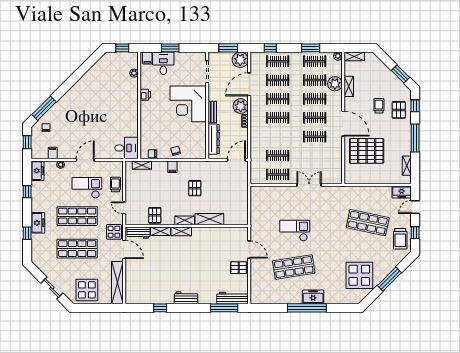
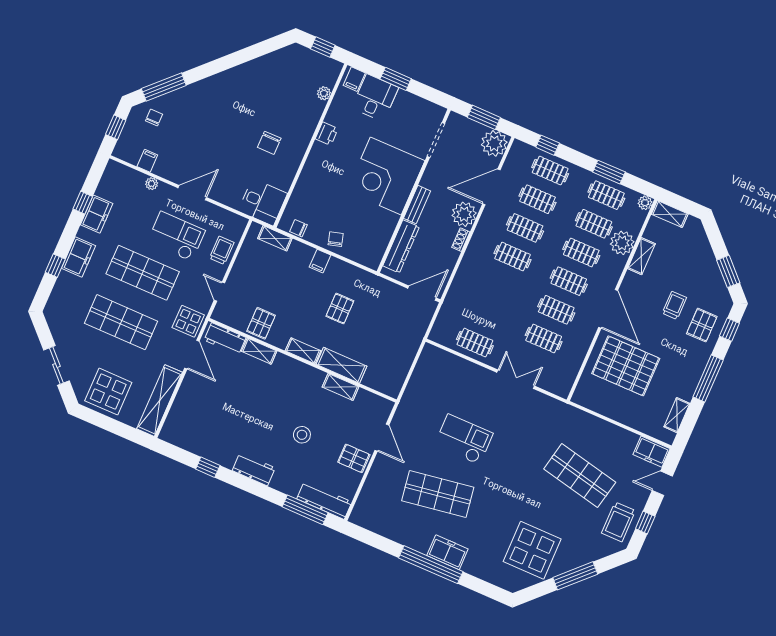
chair: (116, 114) -> (269, 143), added
clothes rail: (278, 156) -> (544, 338), moved
freezer: (38, 171) -> (97, 214), moved
shelving: (181, 231) -> (341, 387), moved
stool: (204, 267) -> (302, 435), added

